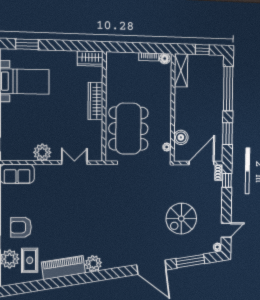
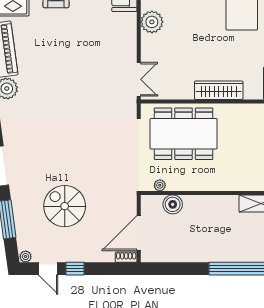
window: (228, 134) -> (178, 269), removed
double door: (74, 163) -> (139, 79), moved
door: (202, 163) -> (139, 233), swing flipped
window: (227, 180) -> (75, 269), moved

